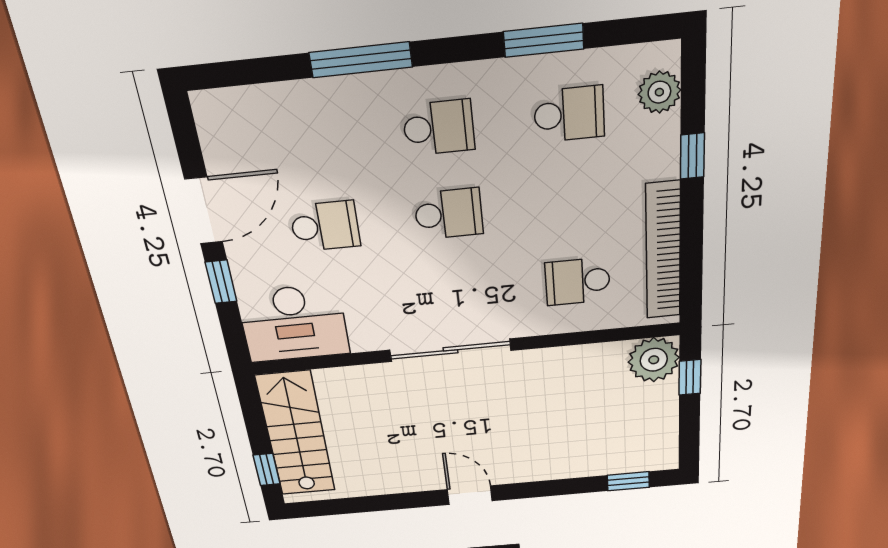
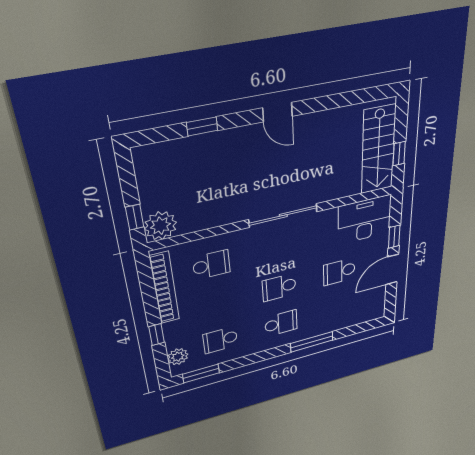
window: (544, 40) -> (201, 374), moved
school desk: (439, 128) -> (281, 323), turned 180
window: (267, 469) -> (399, 154), moved
window: (628, 481) -> (202, 127), moved

